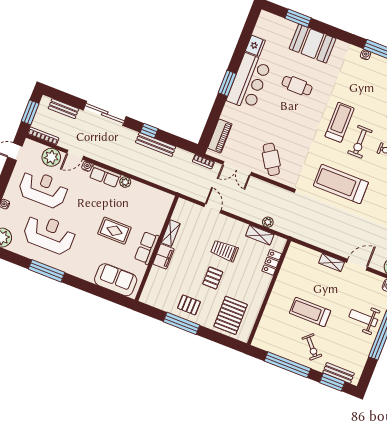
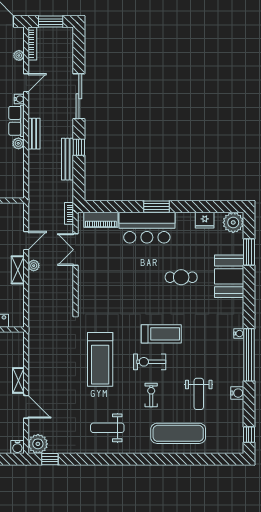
plant: (267, 22) -> (233, 222), added
bar counter: (249, 82) -> (147, 228), moved
cafe table: (297, 86) -> (181, 277), turned 90
bench: (63, 109) -> (34, 134), moved
door: (75, 155) -> (26, 83), swing flipped
plant: (51, 157) -> (19, 55), width x0.53, depth x0.53
cafe table: (271, 159) -> (98, 280), removed
treadmill: (341, 184) -> (100, 359), turned 180
plant: (268, 222) -> (34, 266), moved
shelving: (260, 235) -> (18, 270), moved

